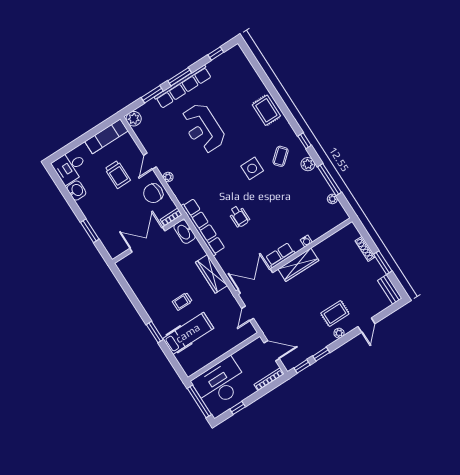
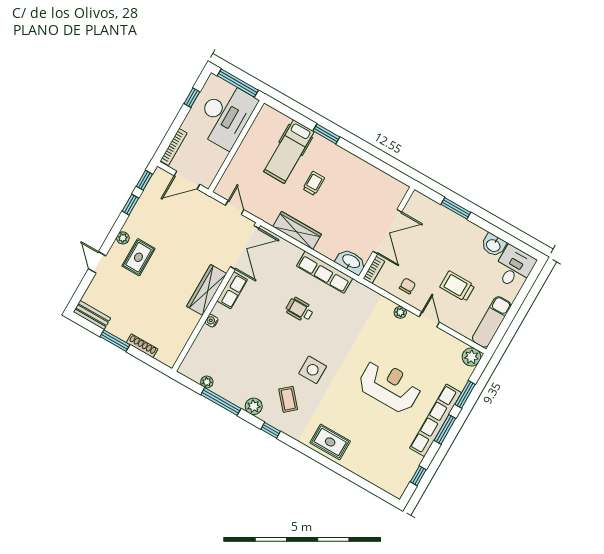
chair: (153, 193) -> (407, 286), width x0.54, depth x0.54
row of seats: (203, 227) -> (325, 272), width x0.73

